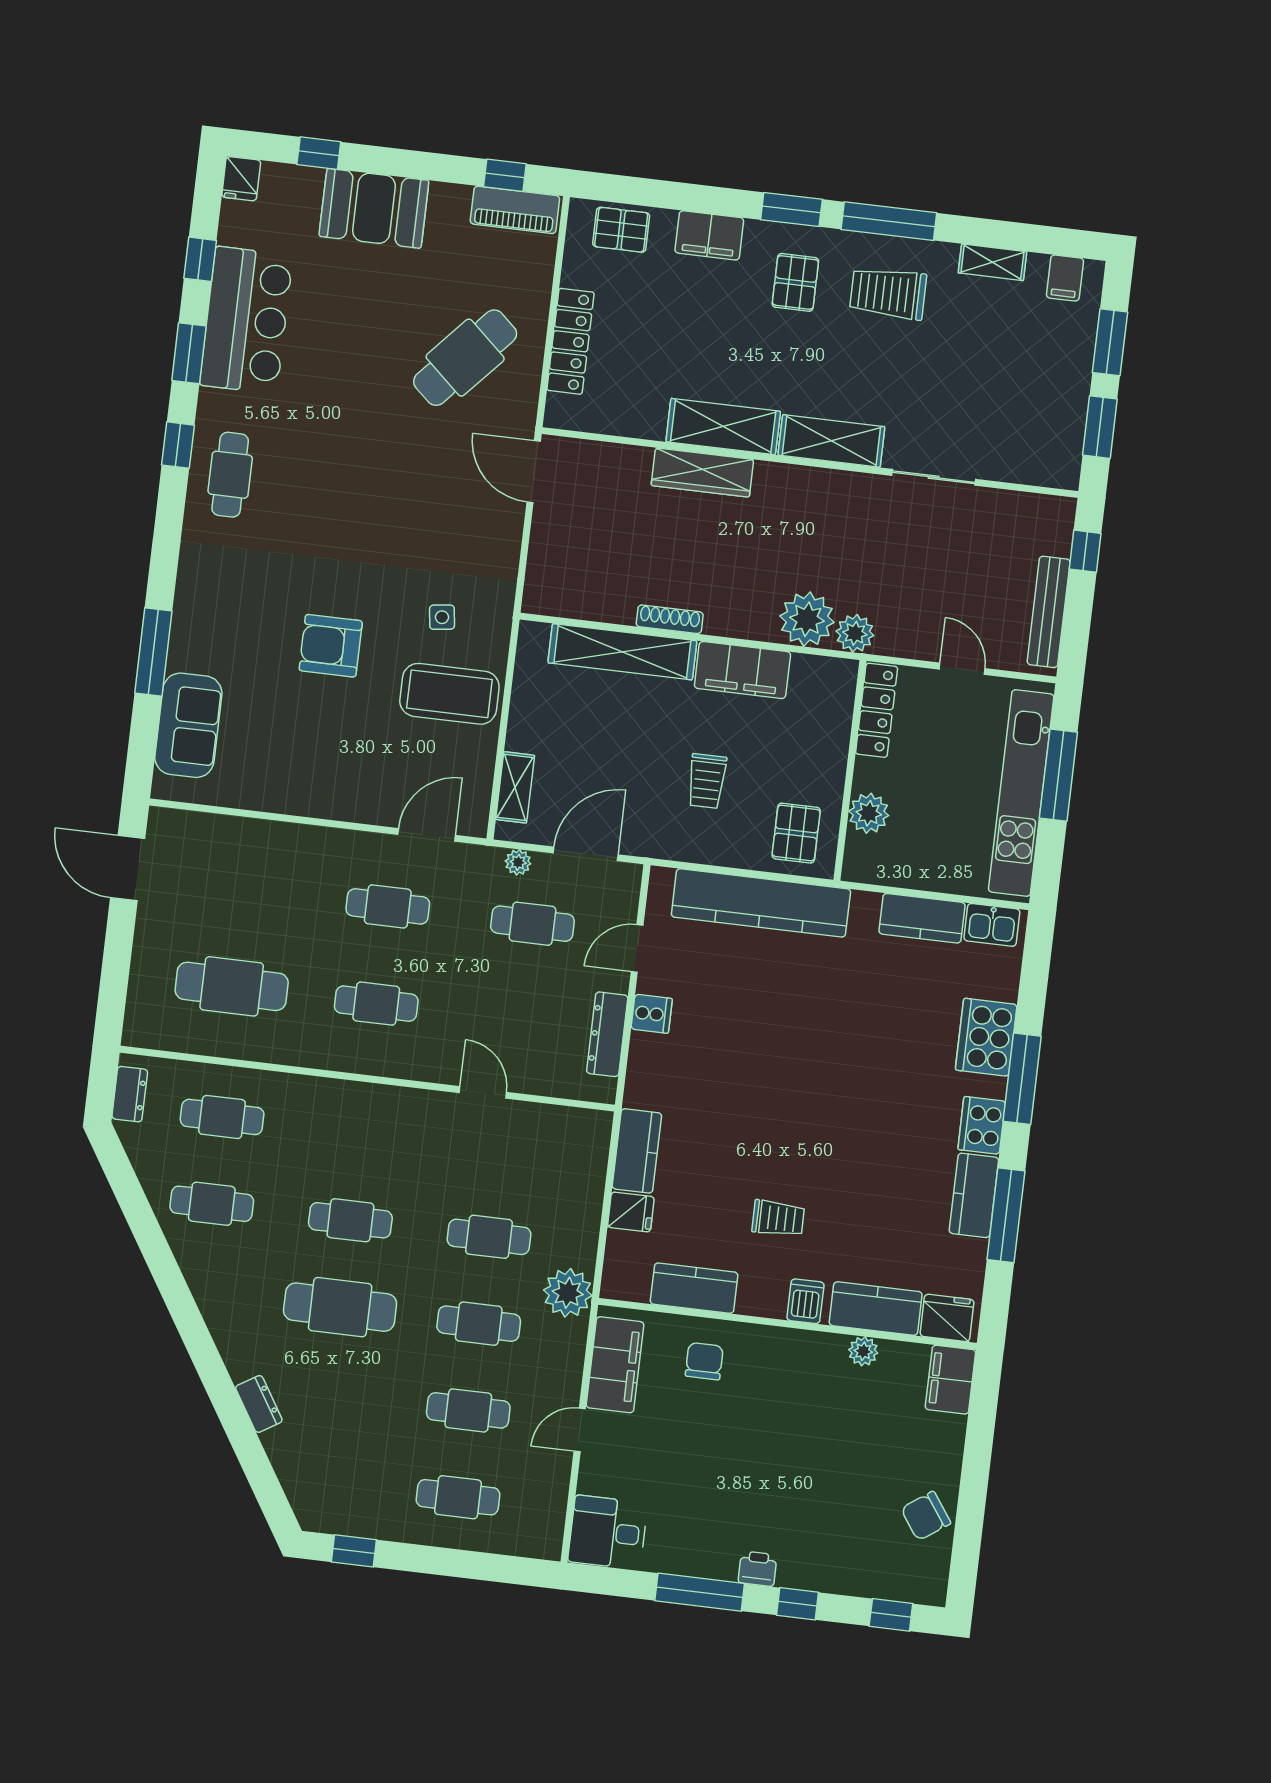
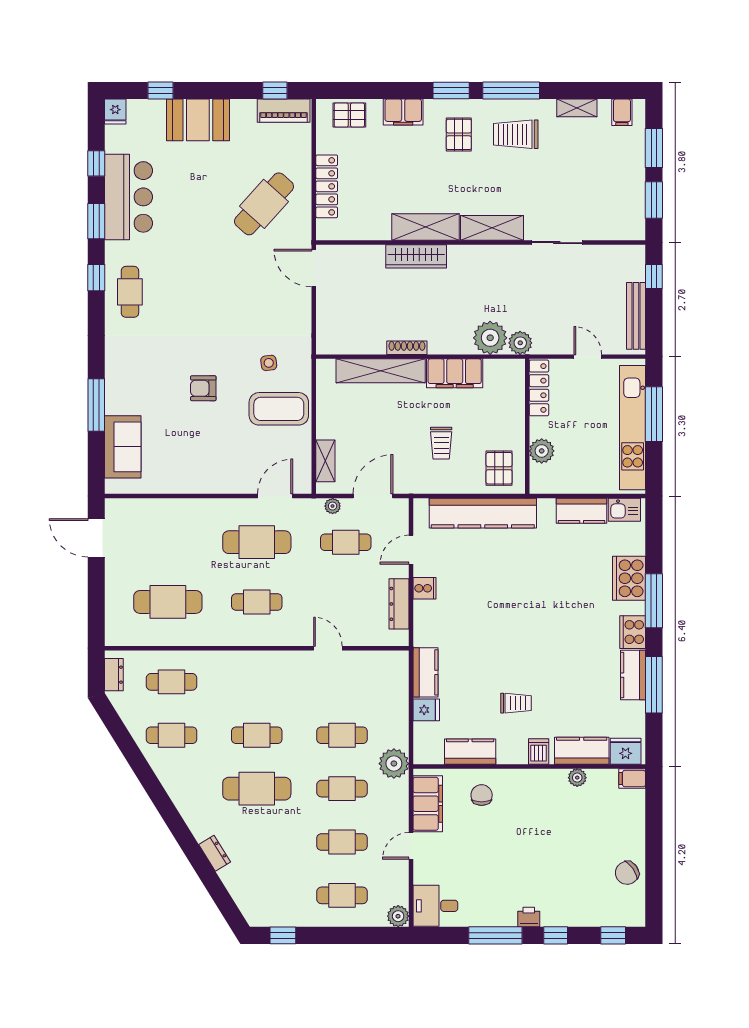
armchair: (331, 646) -> (203, 388), width x0.72, depth x0.72
cafe table: (388, 906) -> (257, 542), width x1.37, depth x1.35
filing cabinet: (950, 1380) -> (632, 779), width x0.50
plant: (545, 1542) -> (398, 916), added

